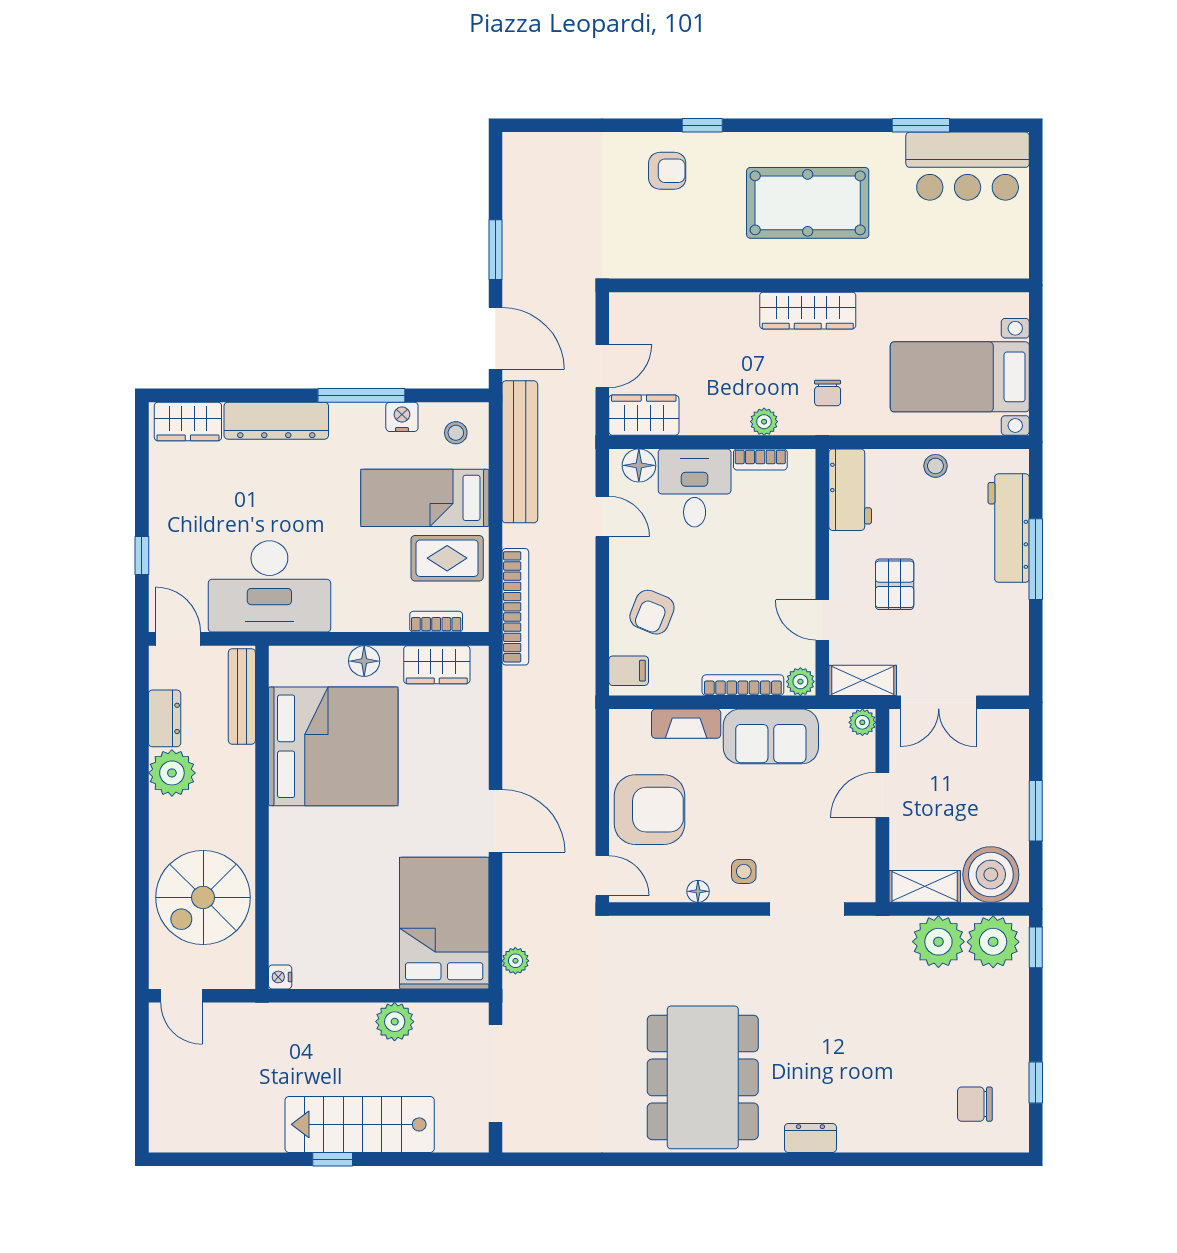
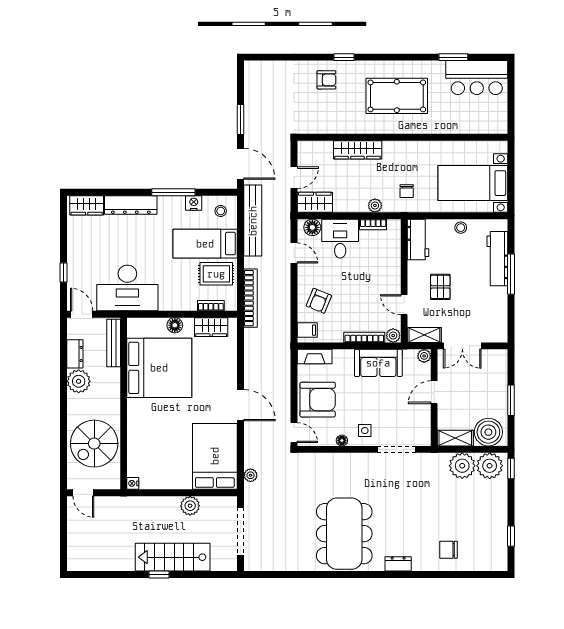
wardrobe: (808, 311) -> (358, 150), moved
fireplace: (686, 724) -> (315, 357), moved
chair: (975, 1104) -> (449, 550), moved

